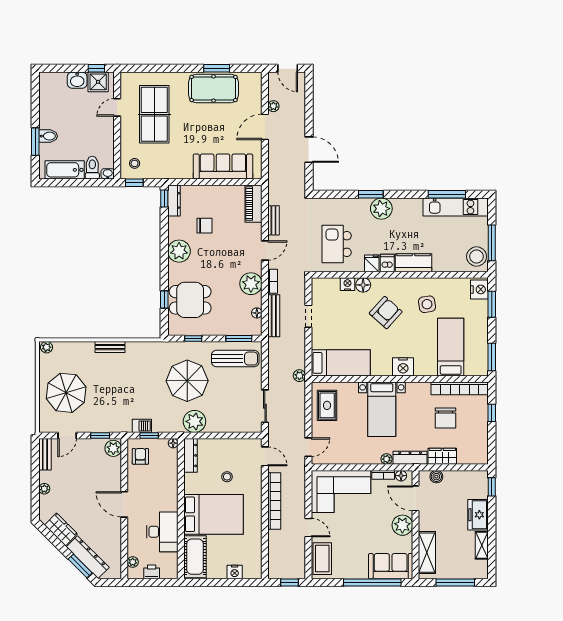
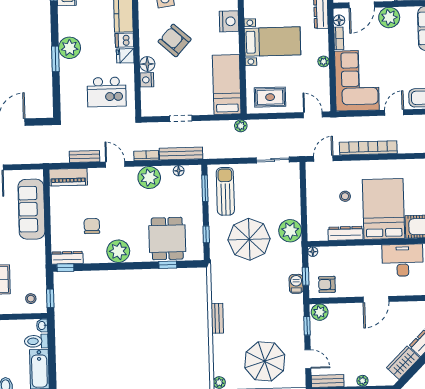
dresser: (190, 455) -> (346, 233), moved
plant: (387, 459) -> (323, 61), moved

